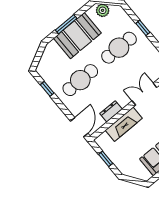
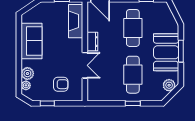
dresser: (111, 111) -> (92, 42), moved
fireplace: (124, 124) -> (76, 21), moved

